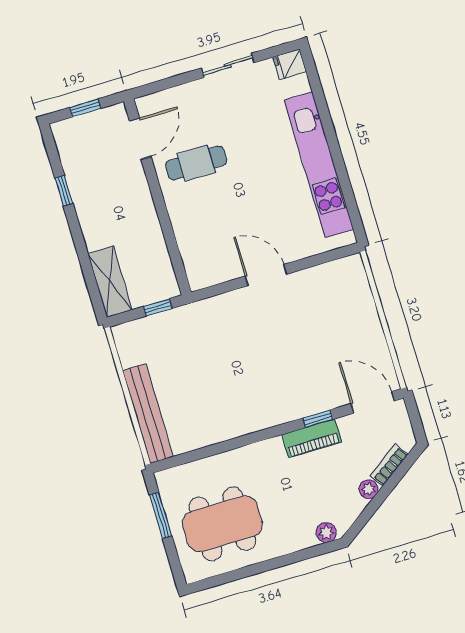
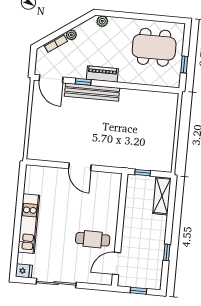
sliding door: (228, 65) -> (56, 283), width x1.37
kitchen unit: (319, 165) -> (29, 224), width x0.73
bench: (148, 414) -> (92, 92), moved, turned 90
piano: (312, 438) -> (102, 74), moved
window: (161, 515) -> (184, 64), width x0.67

